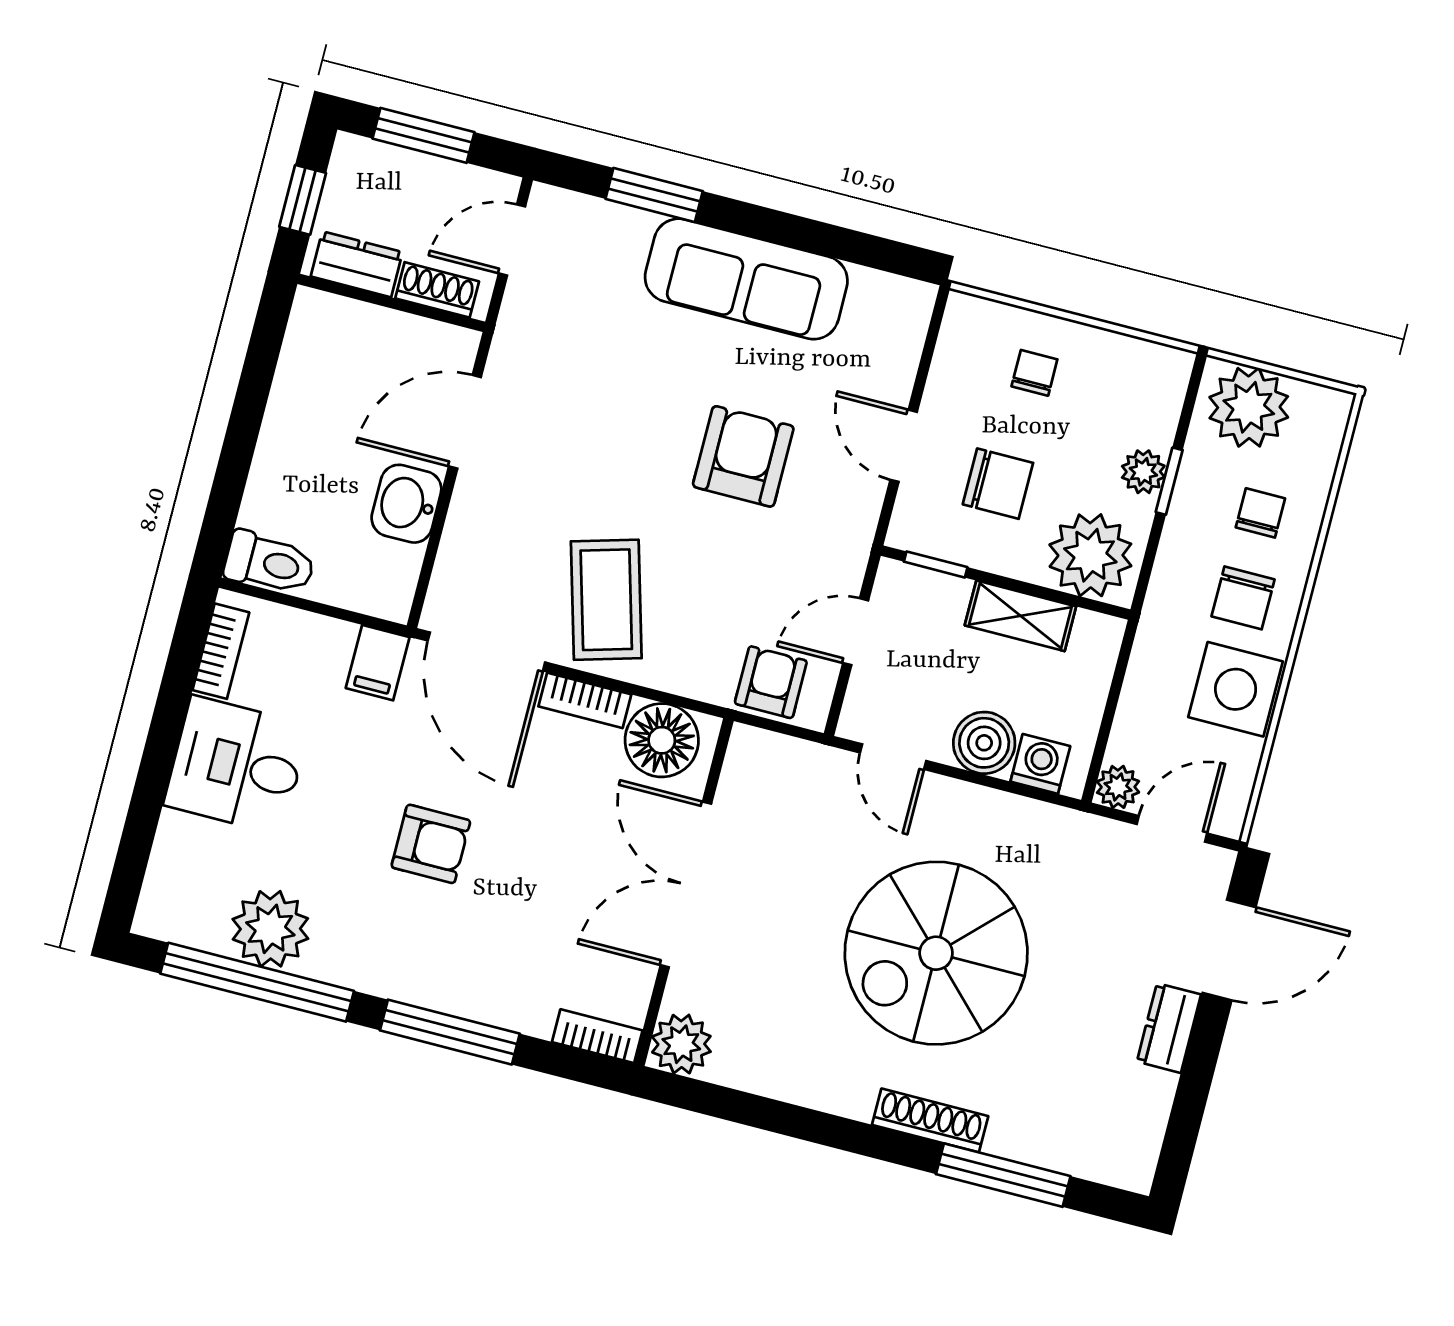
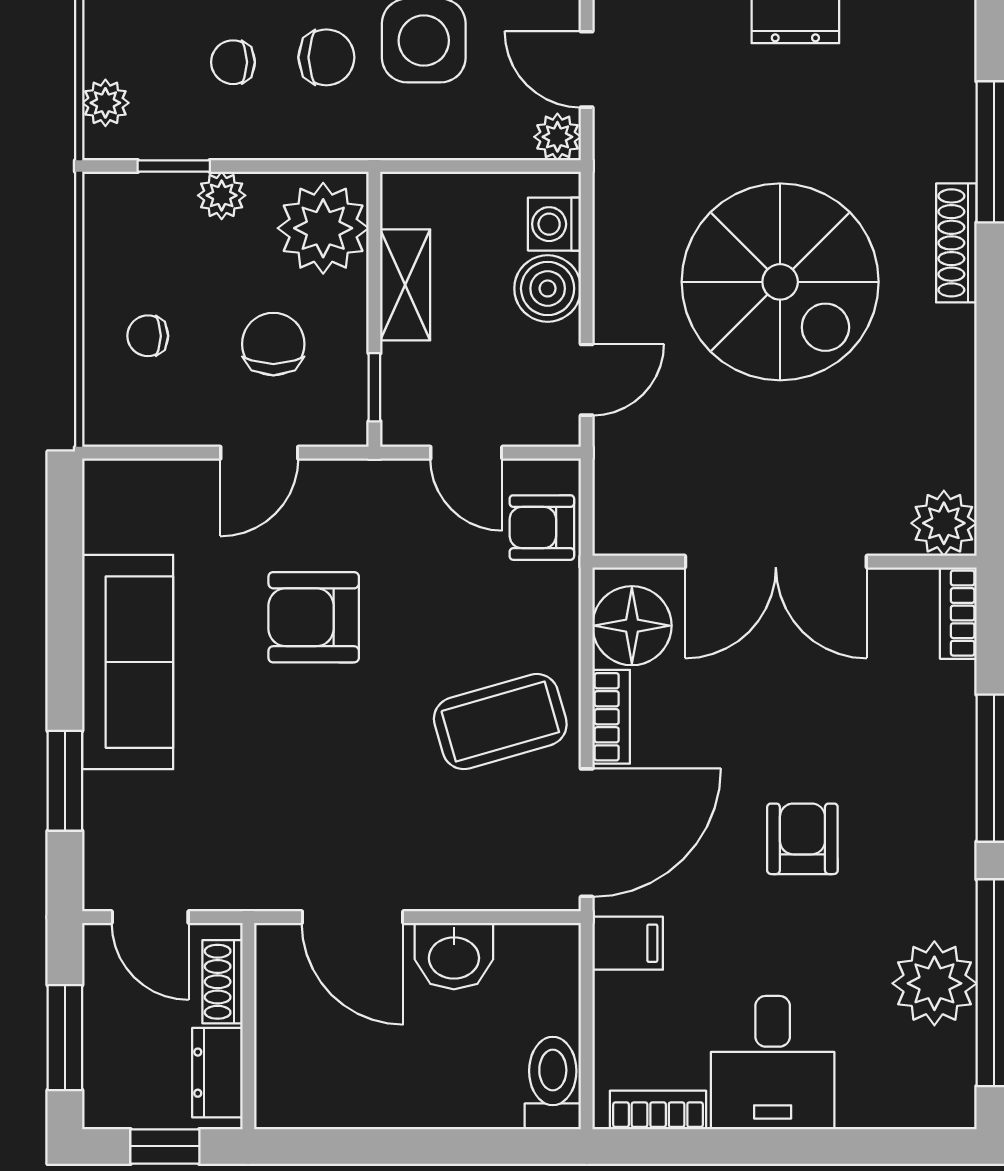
plant: (1249, 407) -> (105, 103), width x0.53, depth x0.53
window: (1169, 481) -> (174, 166), moved

